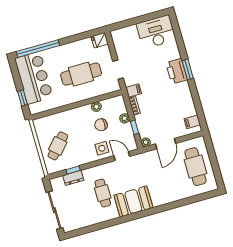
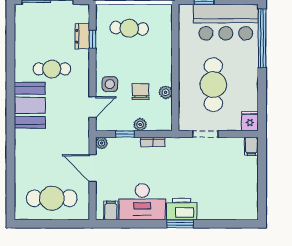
desk: (156, 32) -> (142, 202), moved, turned 90
filing cabinet: (134, 90) -> (251, 146), moved
cafe table: (58, 146) -> (129, 28), turned -39

